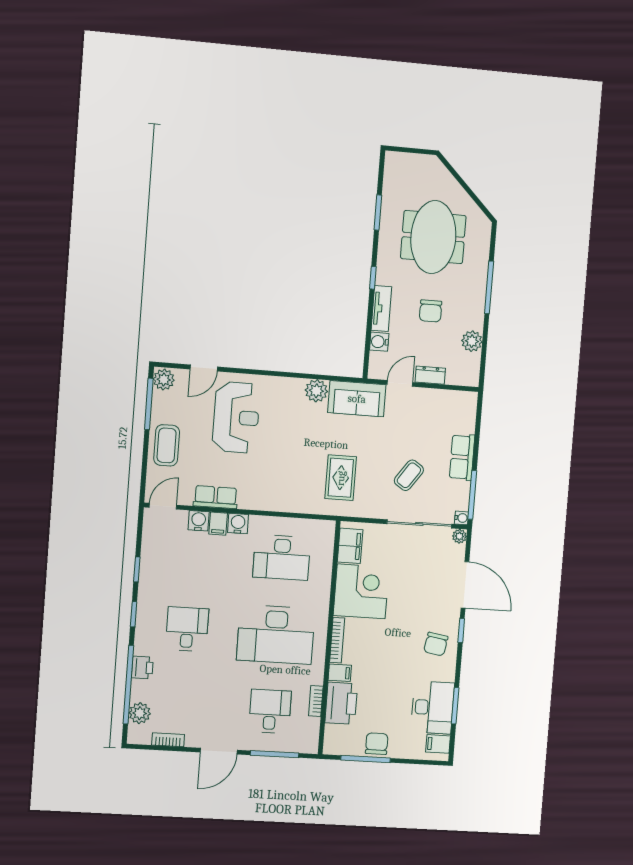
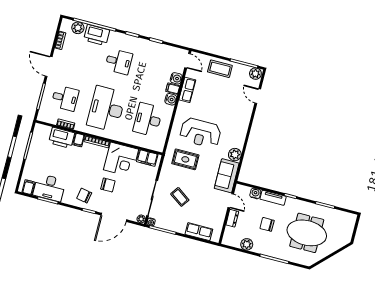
reception desk: (236, 417) -> (200, 133), moved
row of seats: (462, 457) -> (199, 232), moved
printer: (142, 668) -> (97, 35), width x1.87, depth x1.48
chair: (377, 744) -> (108, 185), moved

